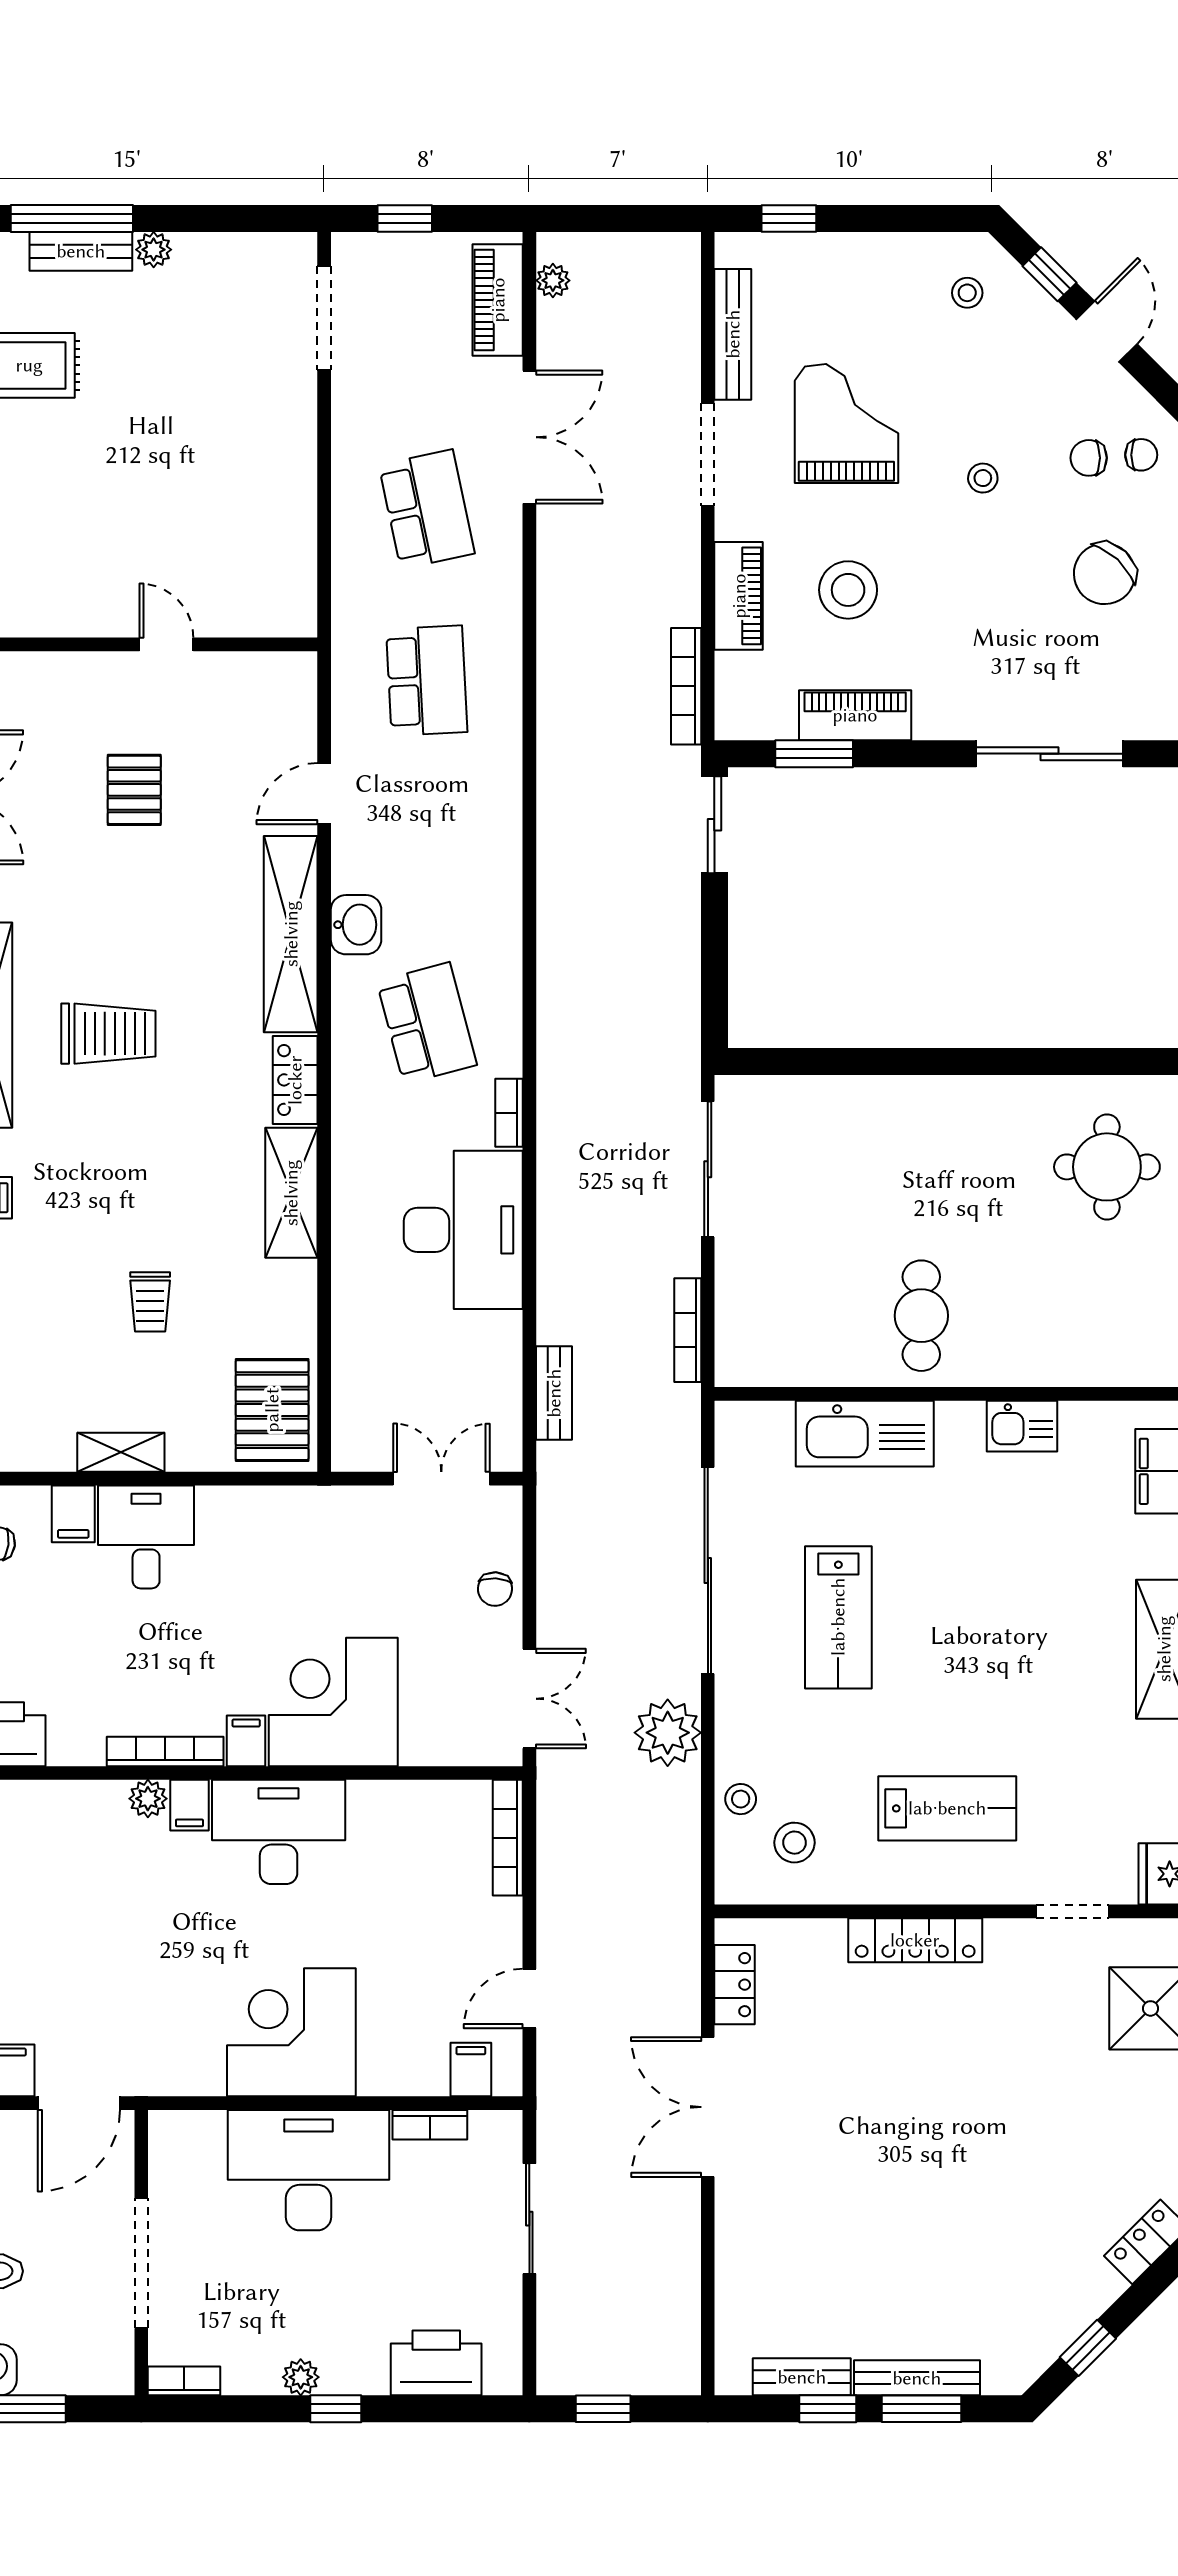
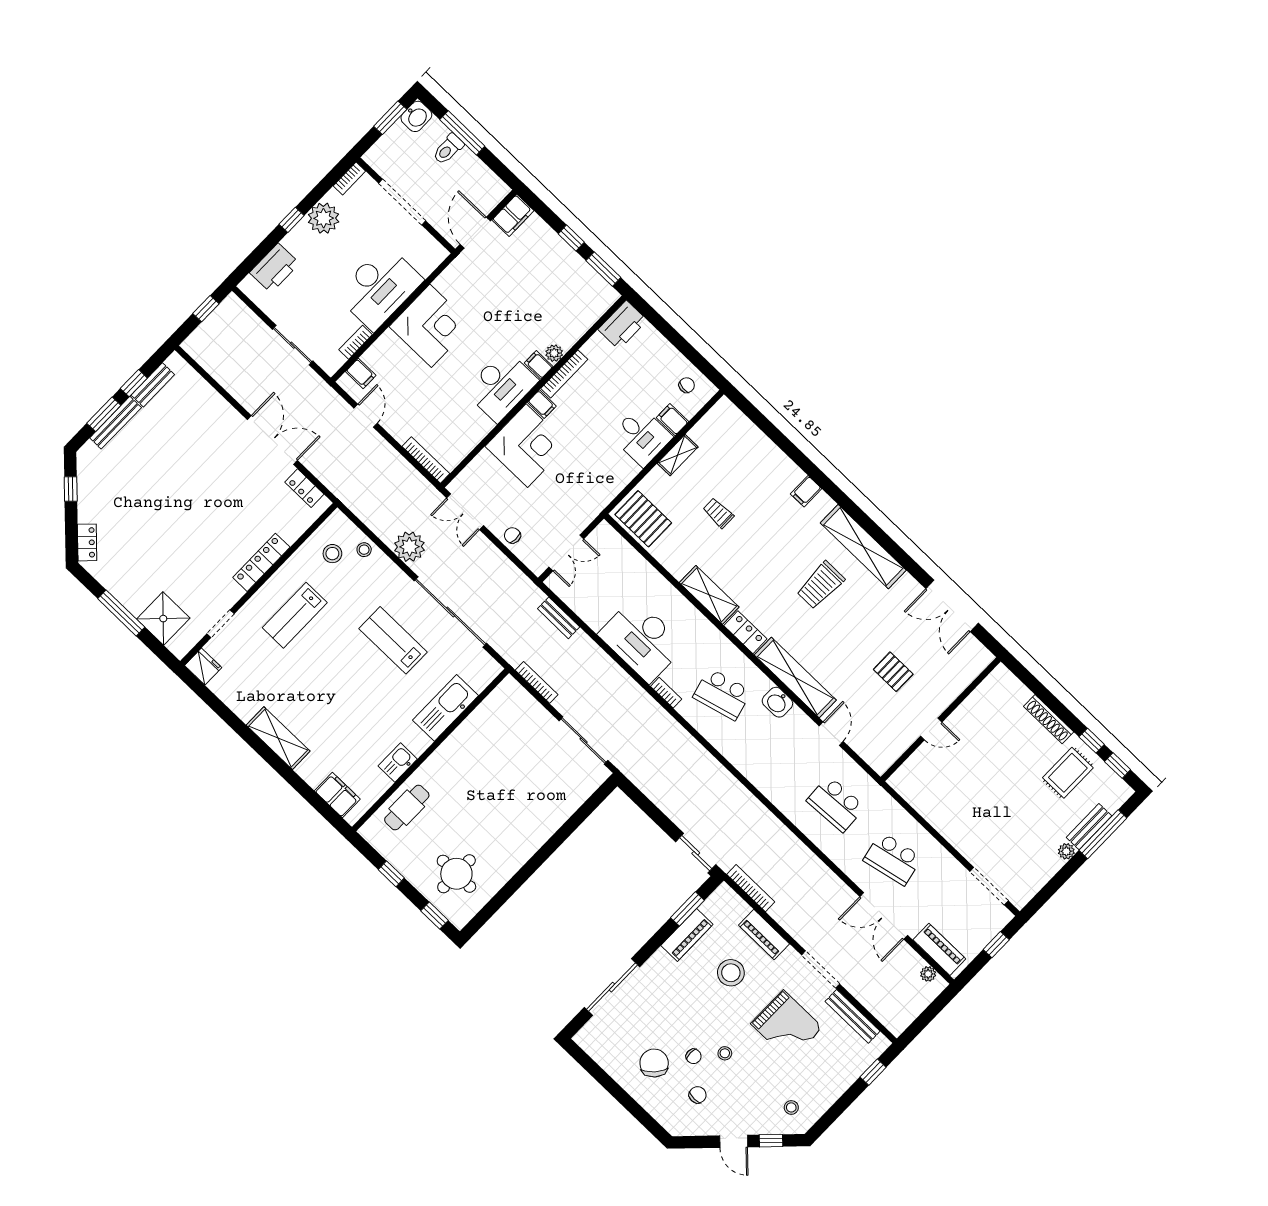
chair: (1141, 455) -> (694, 1056), moved, turned -90
cafe table: (921, 1316) -> (407, 808), moved, turned 90
plant: (301, 2377) -> (324, 218), width x1.88, depth x1.88

